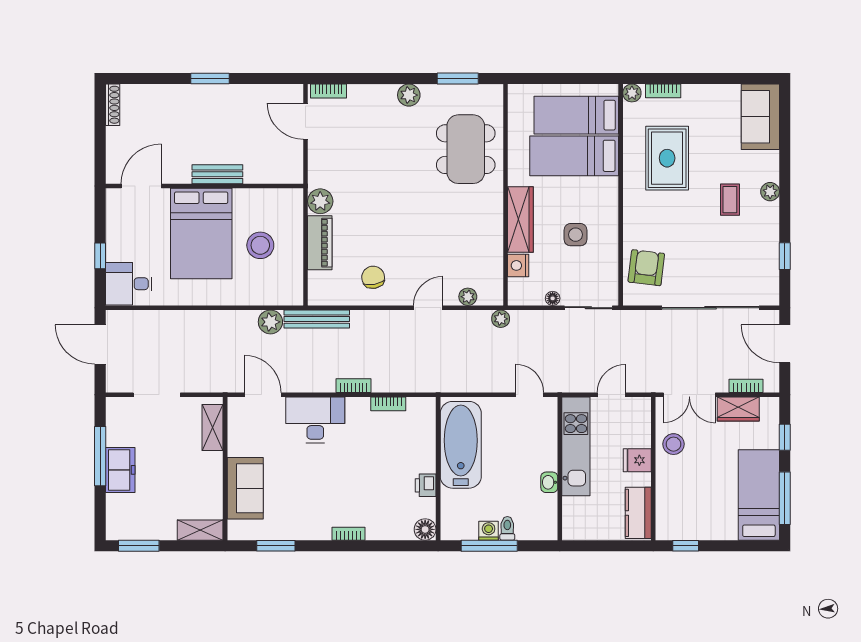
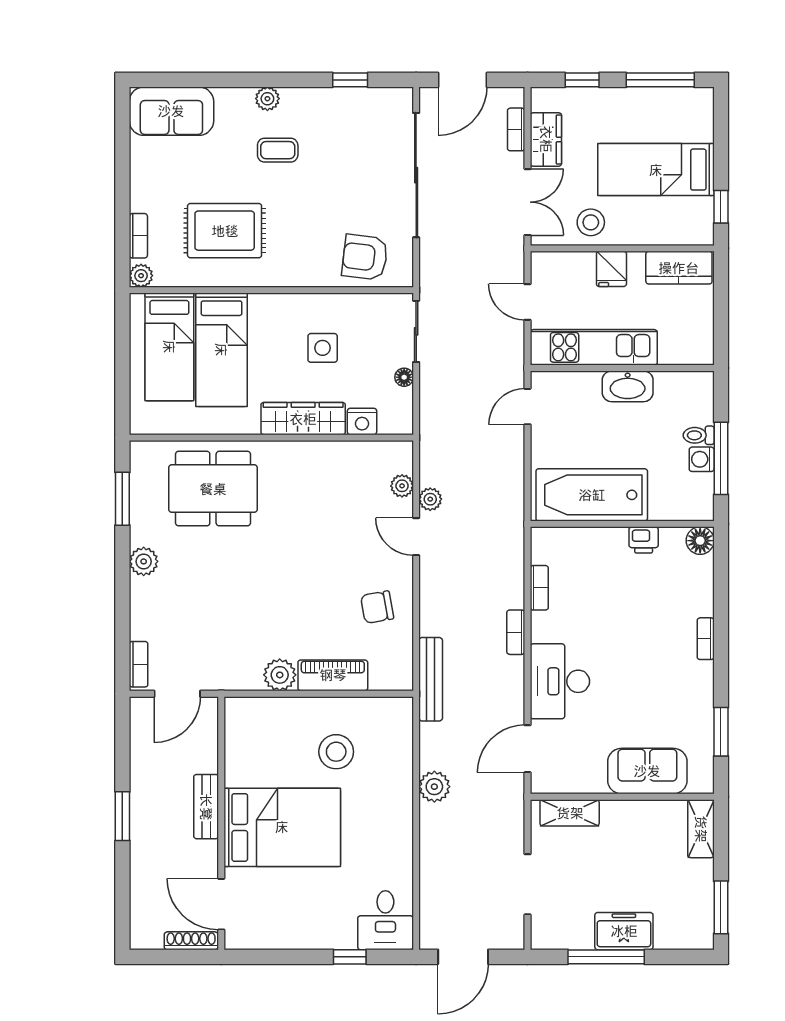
shoe rack: (113, 105) -> (191, 941), moved
bench: (217, 174) -> (206, 807), moved
door: (141, 186) -> (221, 904), moved
wall: (204, 186) -> (221, 823), moved
bed: (201, 234) -> (282, 827), moved
plant: (501, 319) -> (430, 499), moved
plant: (270, 322) -> (434, 787), moved
washbasin: (549, 482) -> (628, 386), width x1.91, depth x1.45
bed: (759, 495) -> (656, 170), moved

